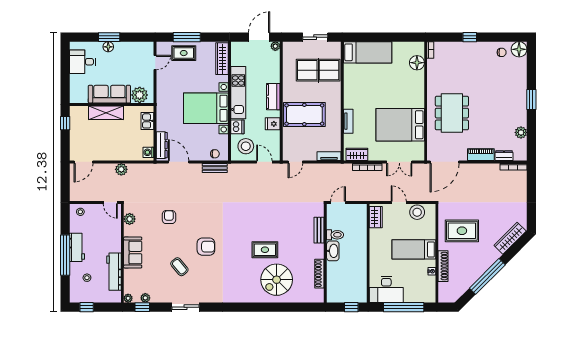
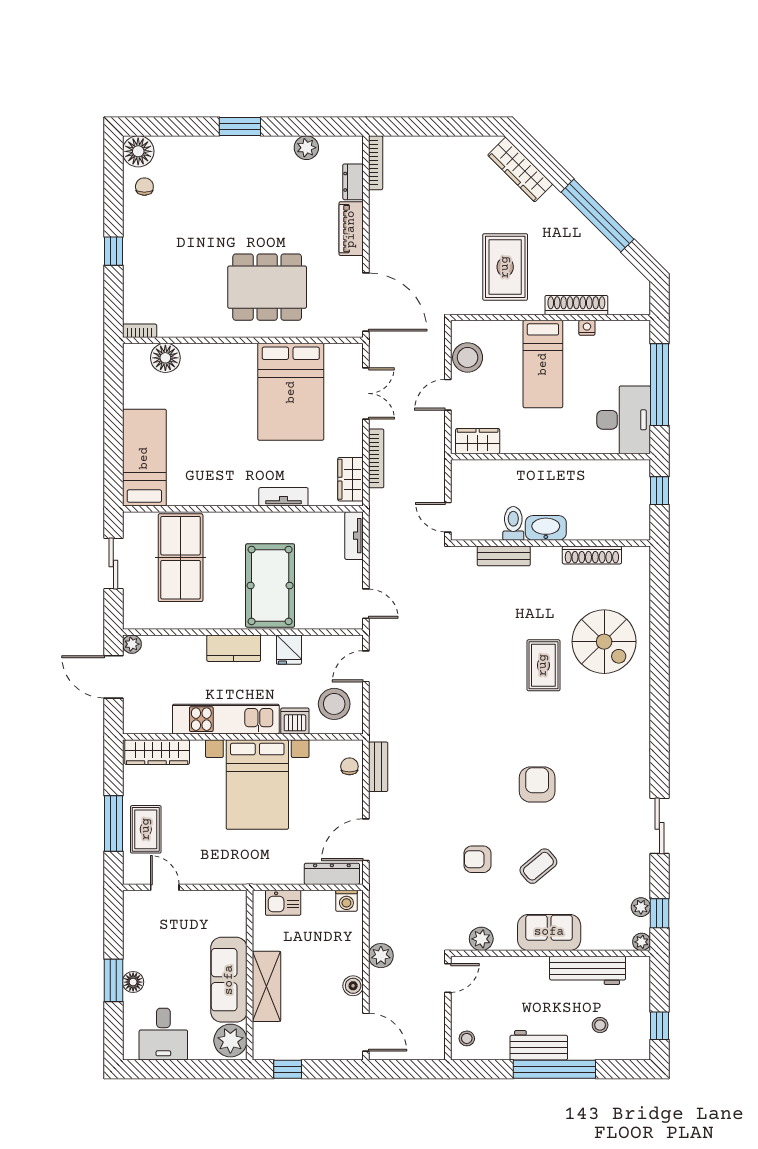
plant: (140, 95) -> (230, 1041), moved
boiler: (106, 156) -> (353, 986), added
coffee table: (179, 267) -> (538, 866), moved

